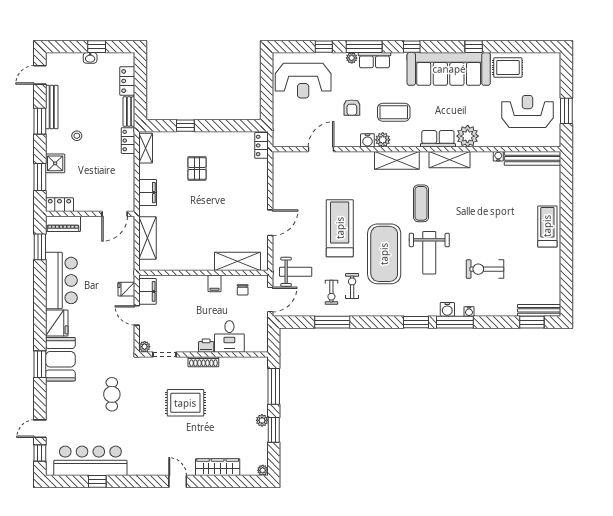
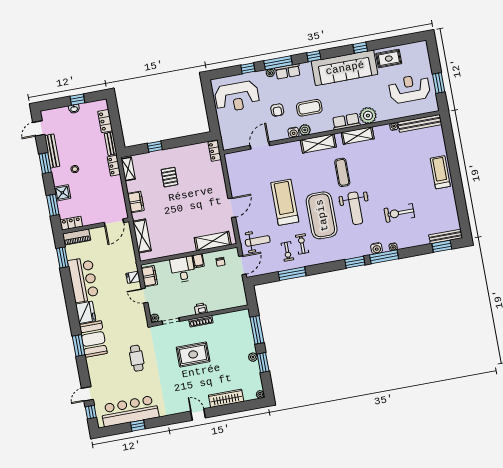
desk: (229, 336) -> (183, 269), moved, turned 180

